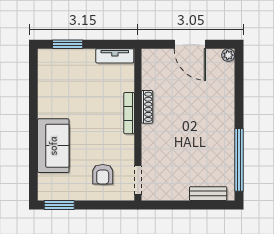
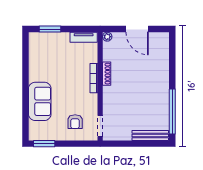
plant: (228, 55) -> (107, 37), moved
bench: (208, 194) -> (150, 135), width x1.36

